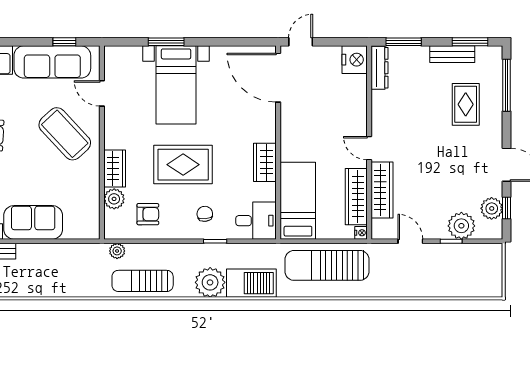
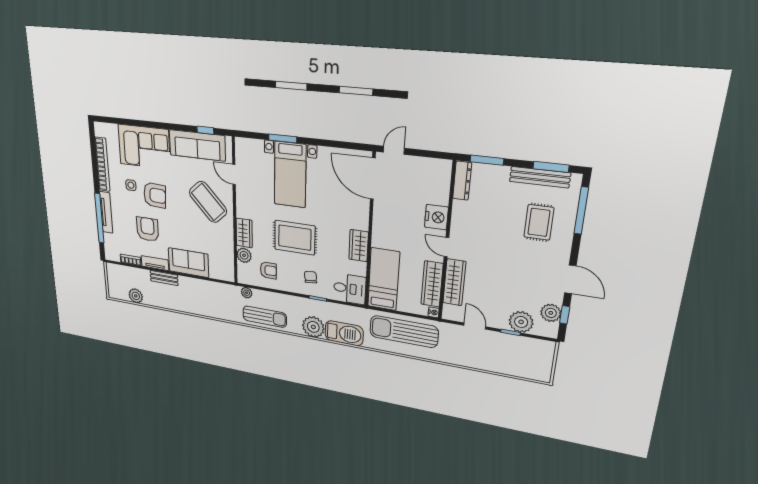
bench: (452, 54) -> (540, 177), width x1.36
nightstand: (355, 60) -> (436, 217), moved
sun lounger: (143, 281) -> (265, 317), turned 180

